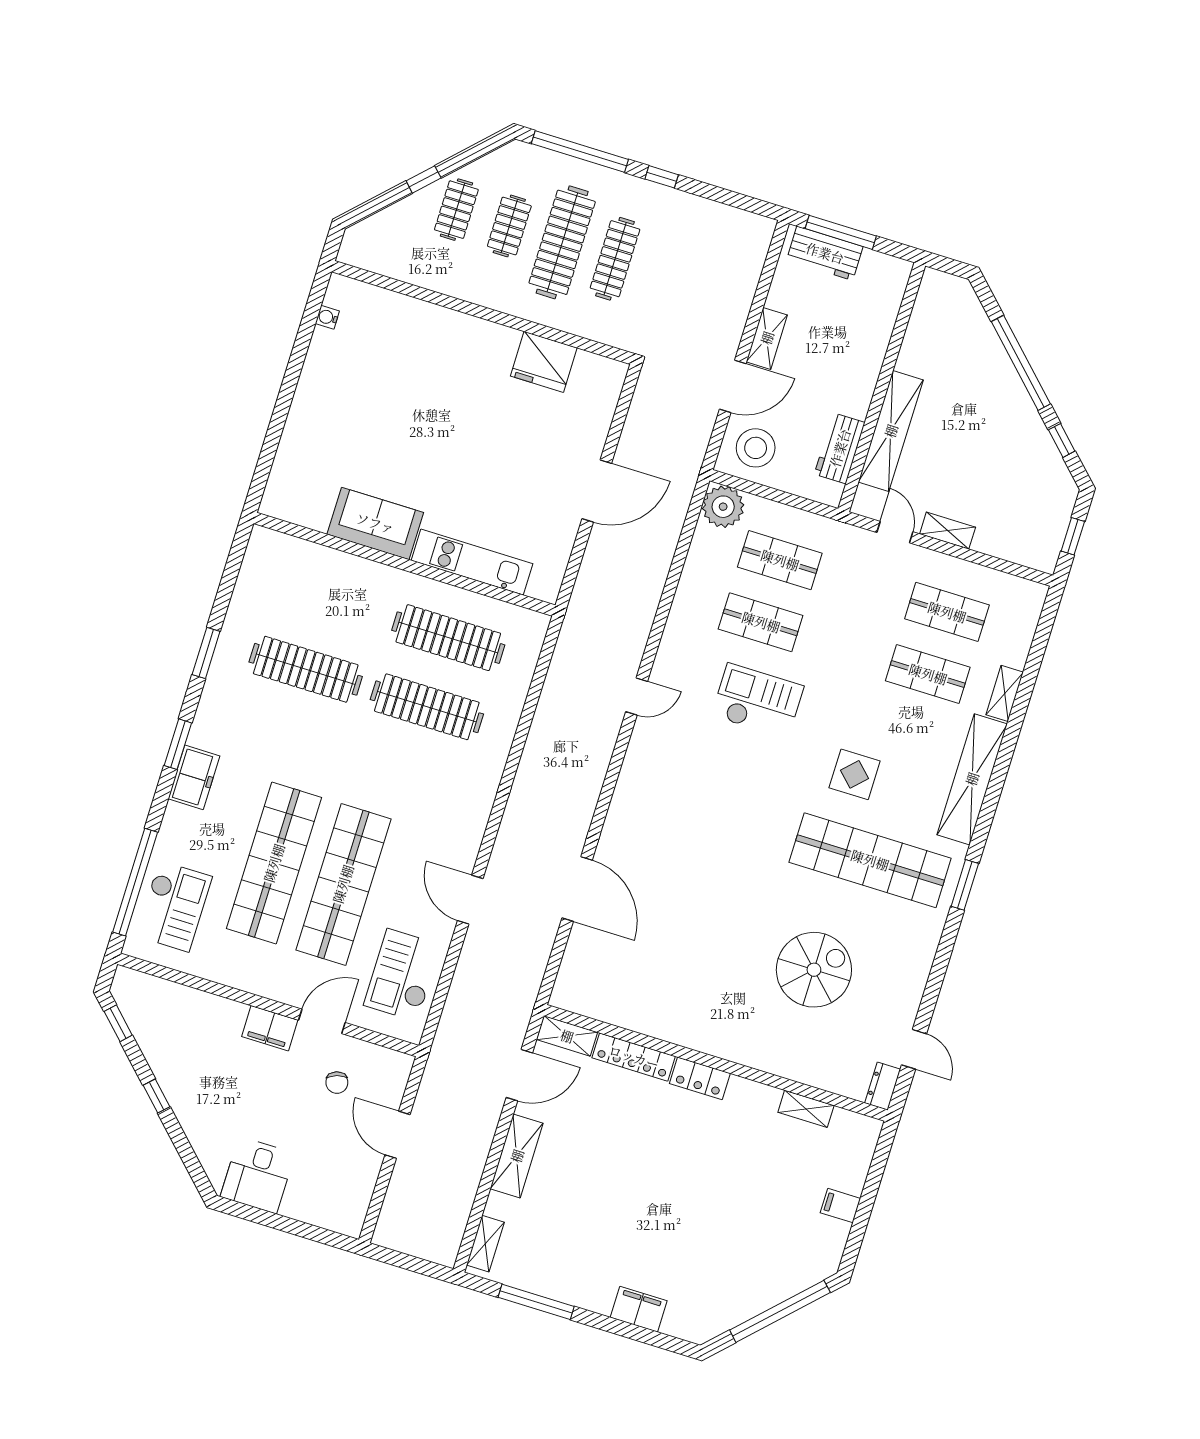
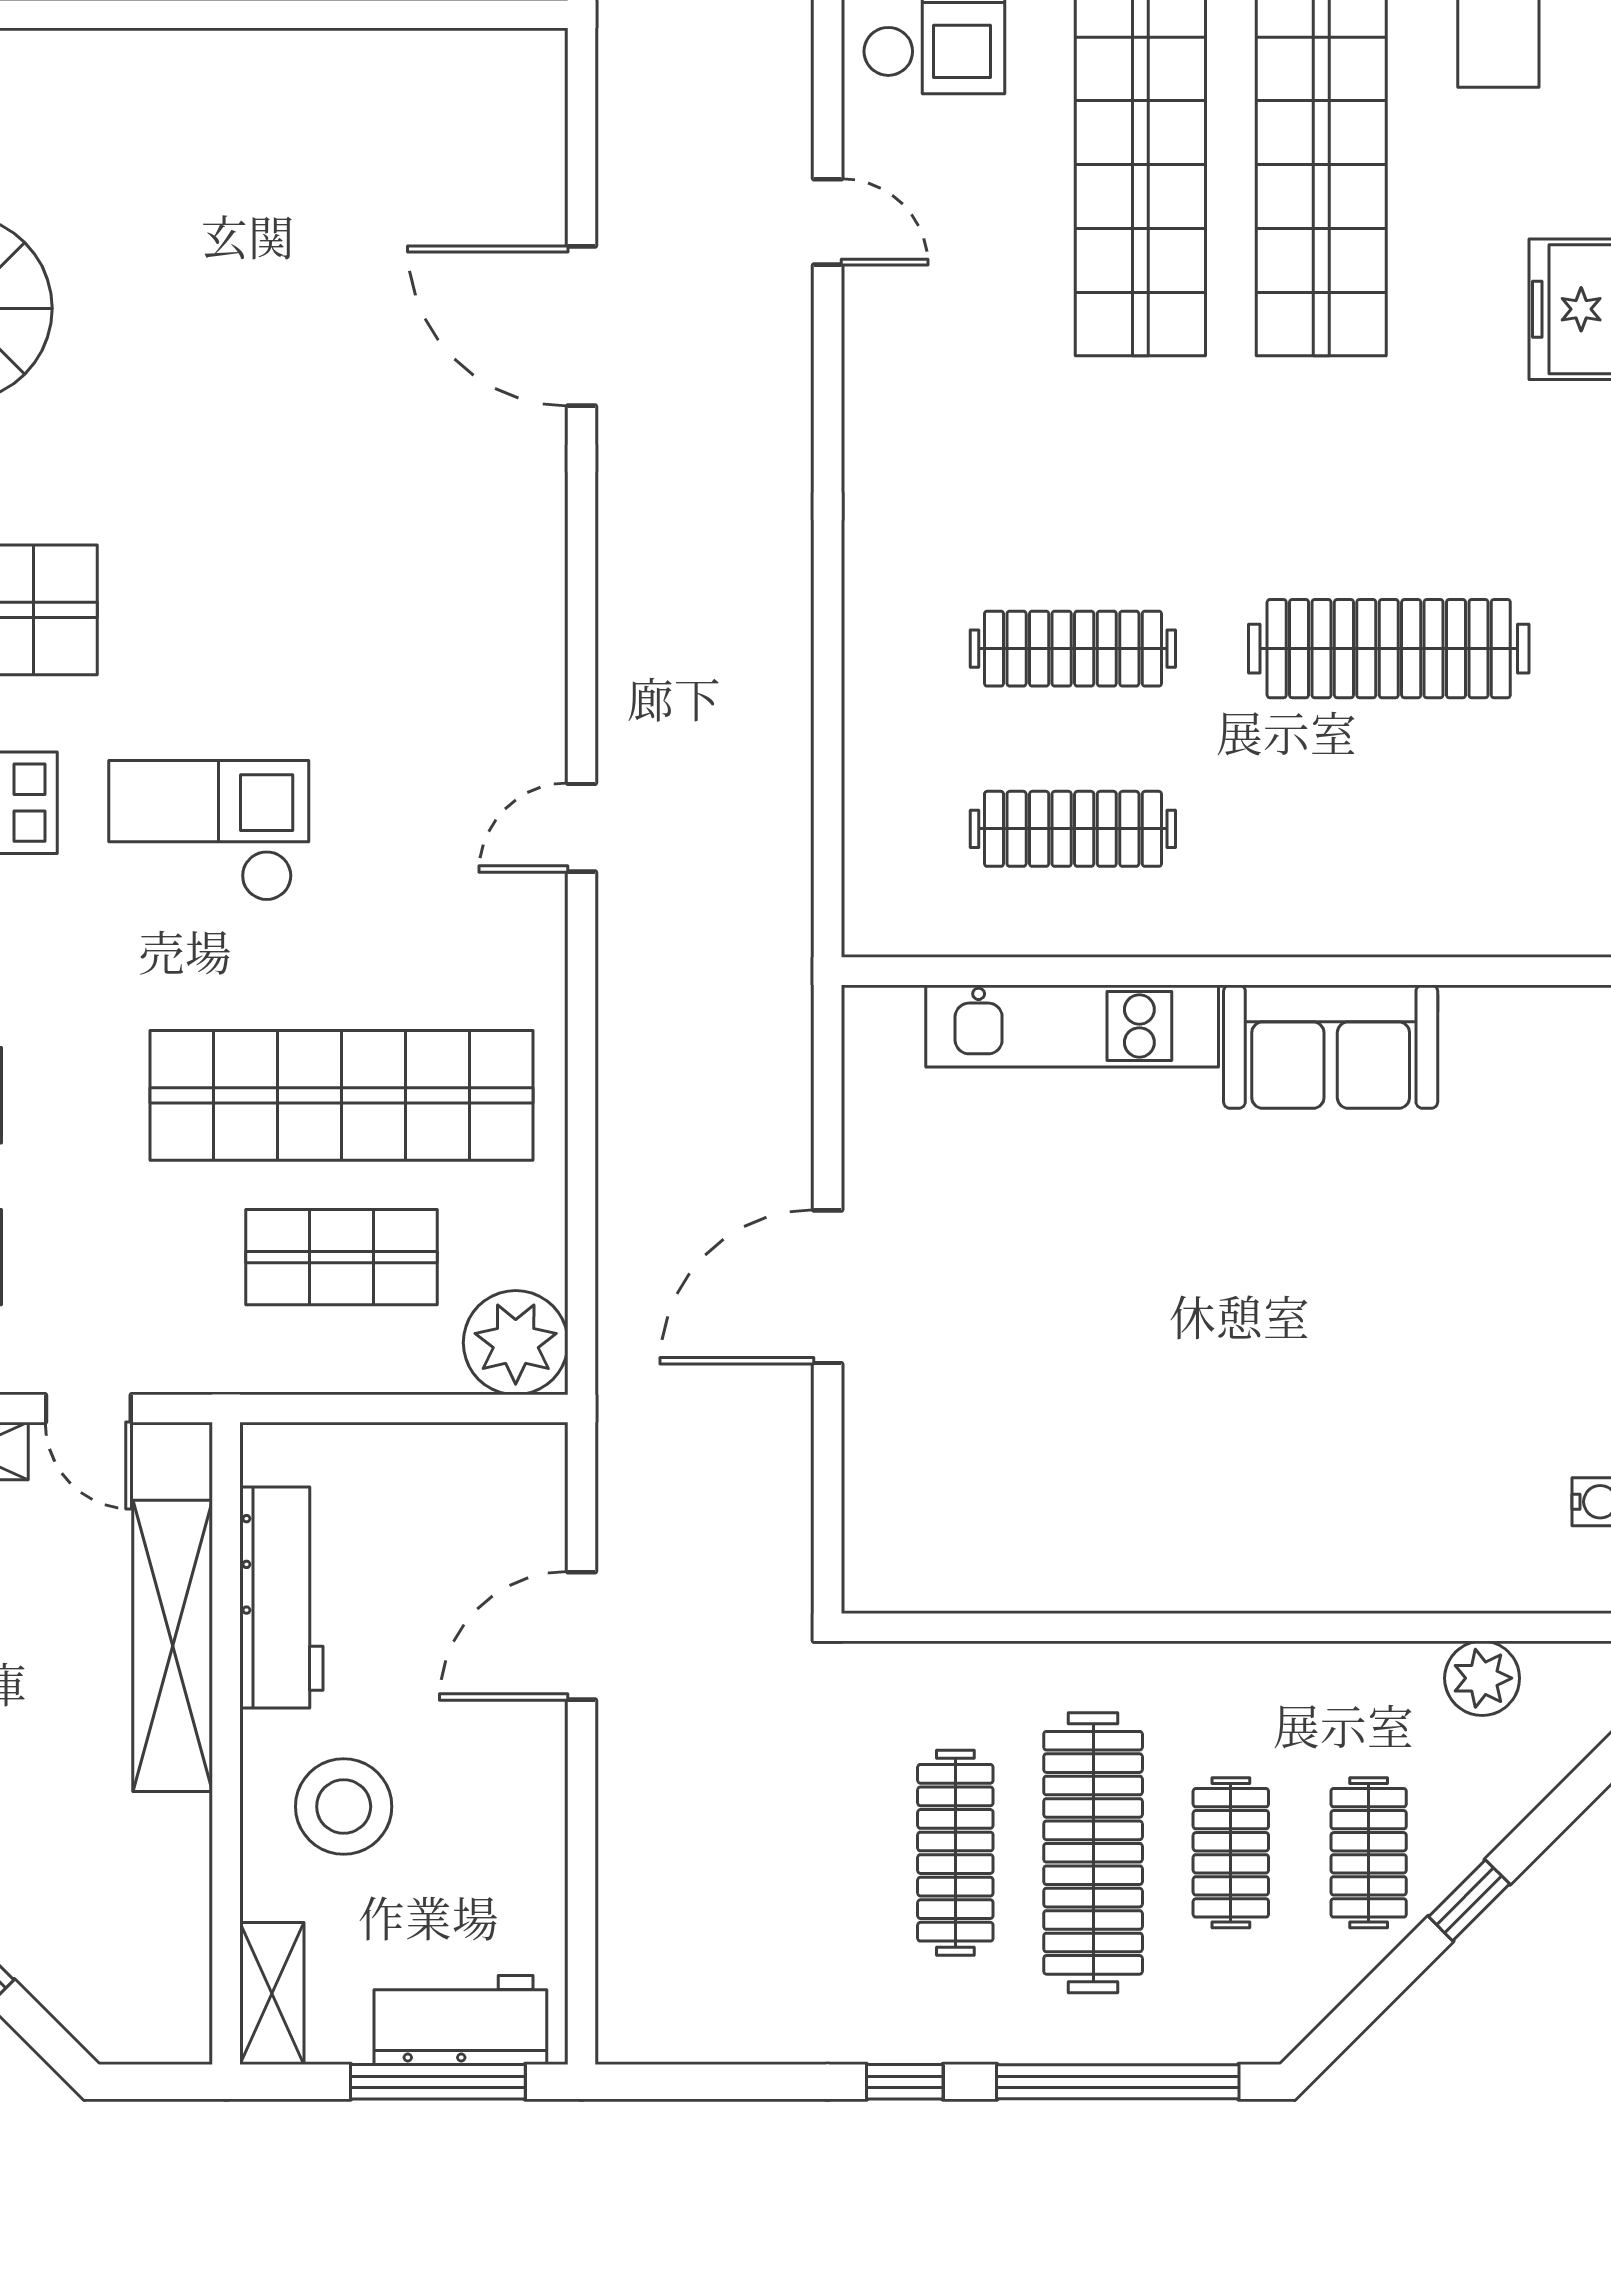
plant: (392, 263) -> (1482, 1678), added
shelving: (767, 338) -> (272, 1993), moved
fridge: (544, 362) -> (1049, 1555), removed
stool: (756, 448) -> (344, 1807), moved
workbench: (840, 448) -> (281, 1598), width x1.38
shop shelf: (761, 622) -> (341, 1095), width x2.00, depth x1.36
clothes rail: (448, 638) -> (1073, 829), width x0.73, depth x0.76
checkout: (758, 701) -> (209, 831), moved, turned 180
clothes rail: (427, 707) -> (1073, 649), width x0.73, depth x0.76
door: (470, 900) -> (828, 222), width x0.73

